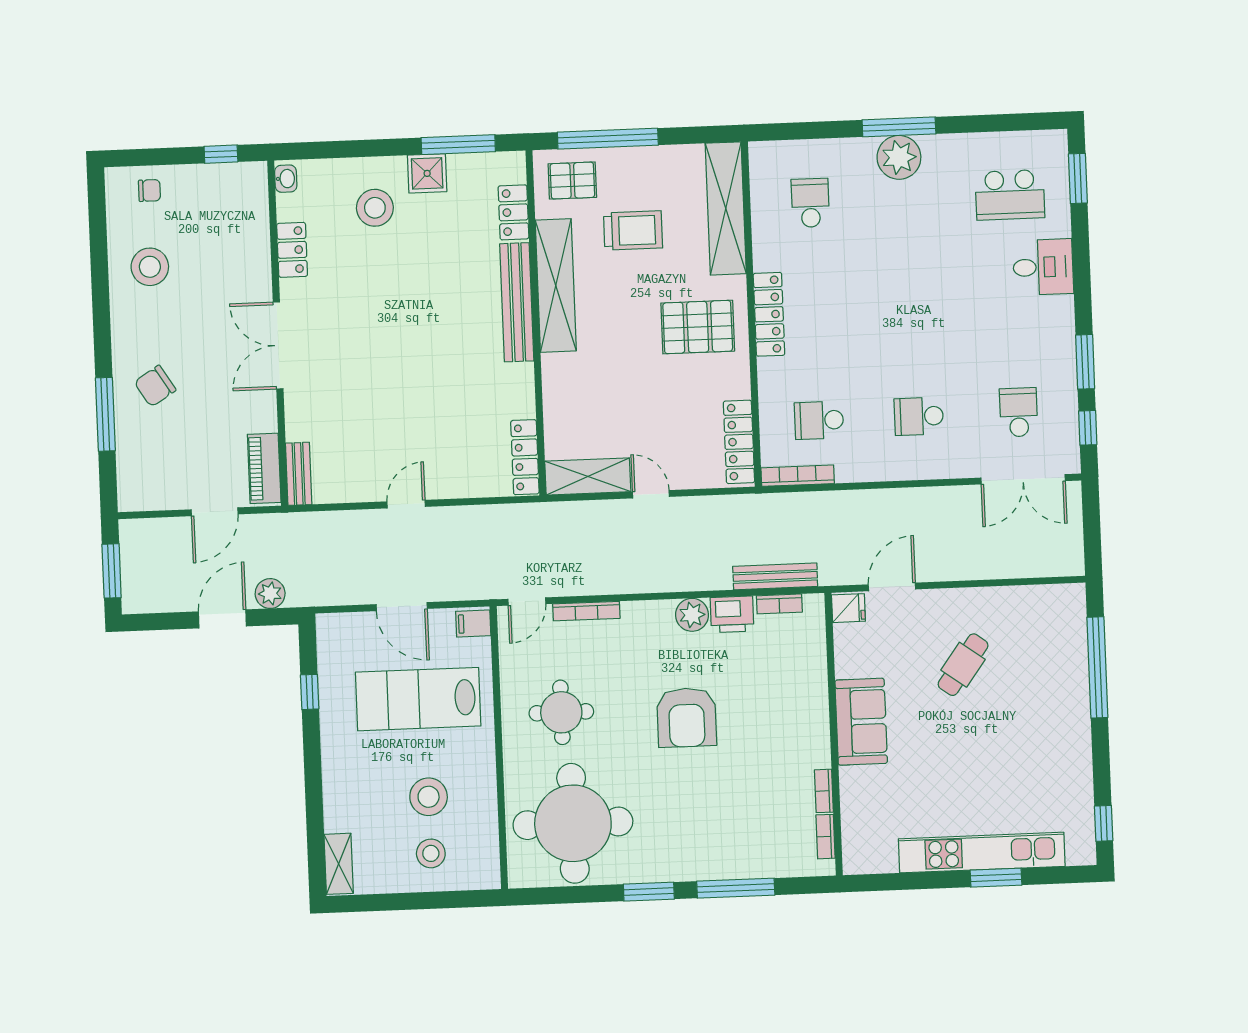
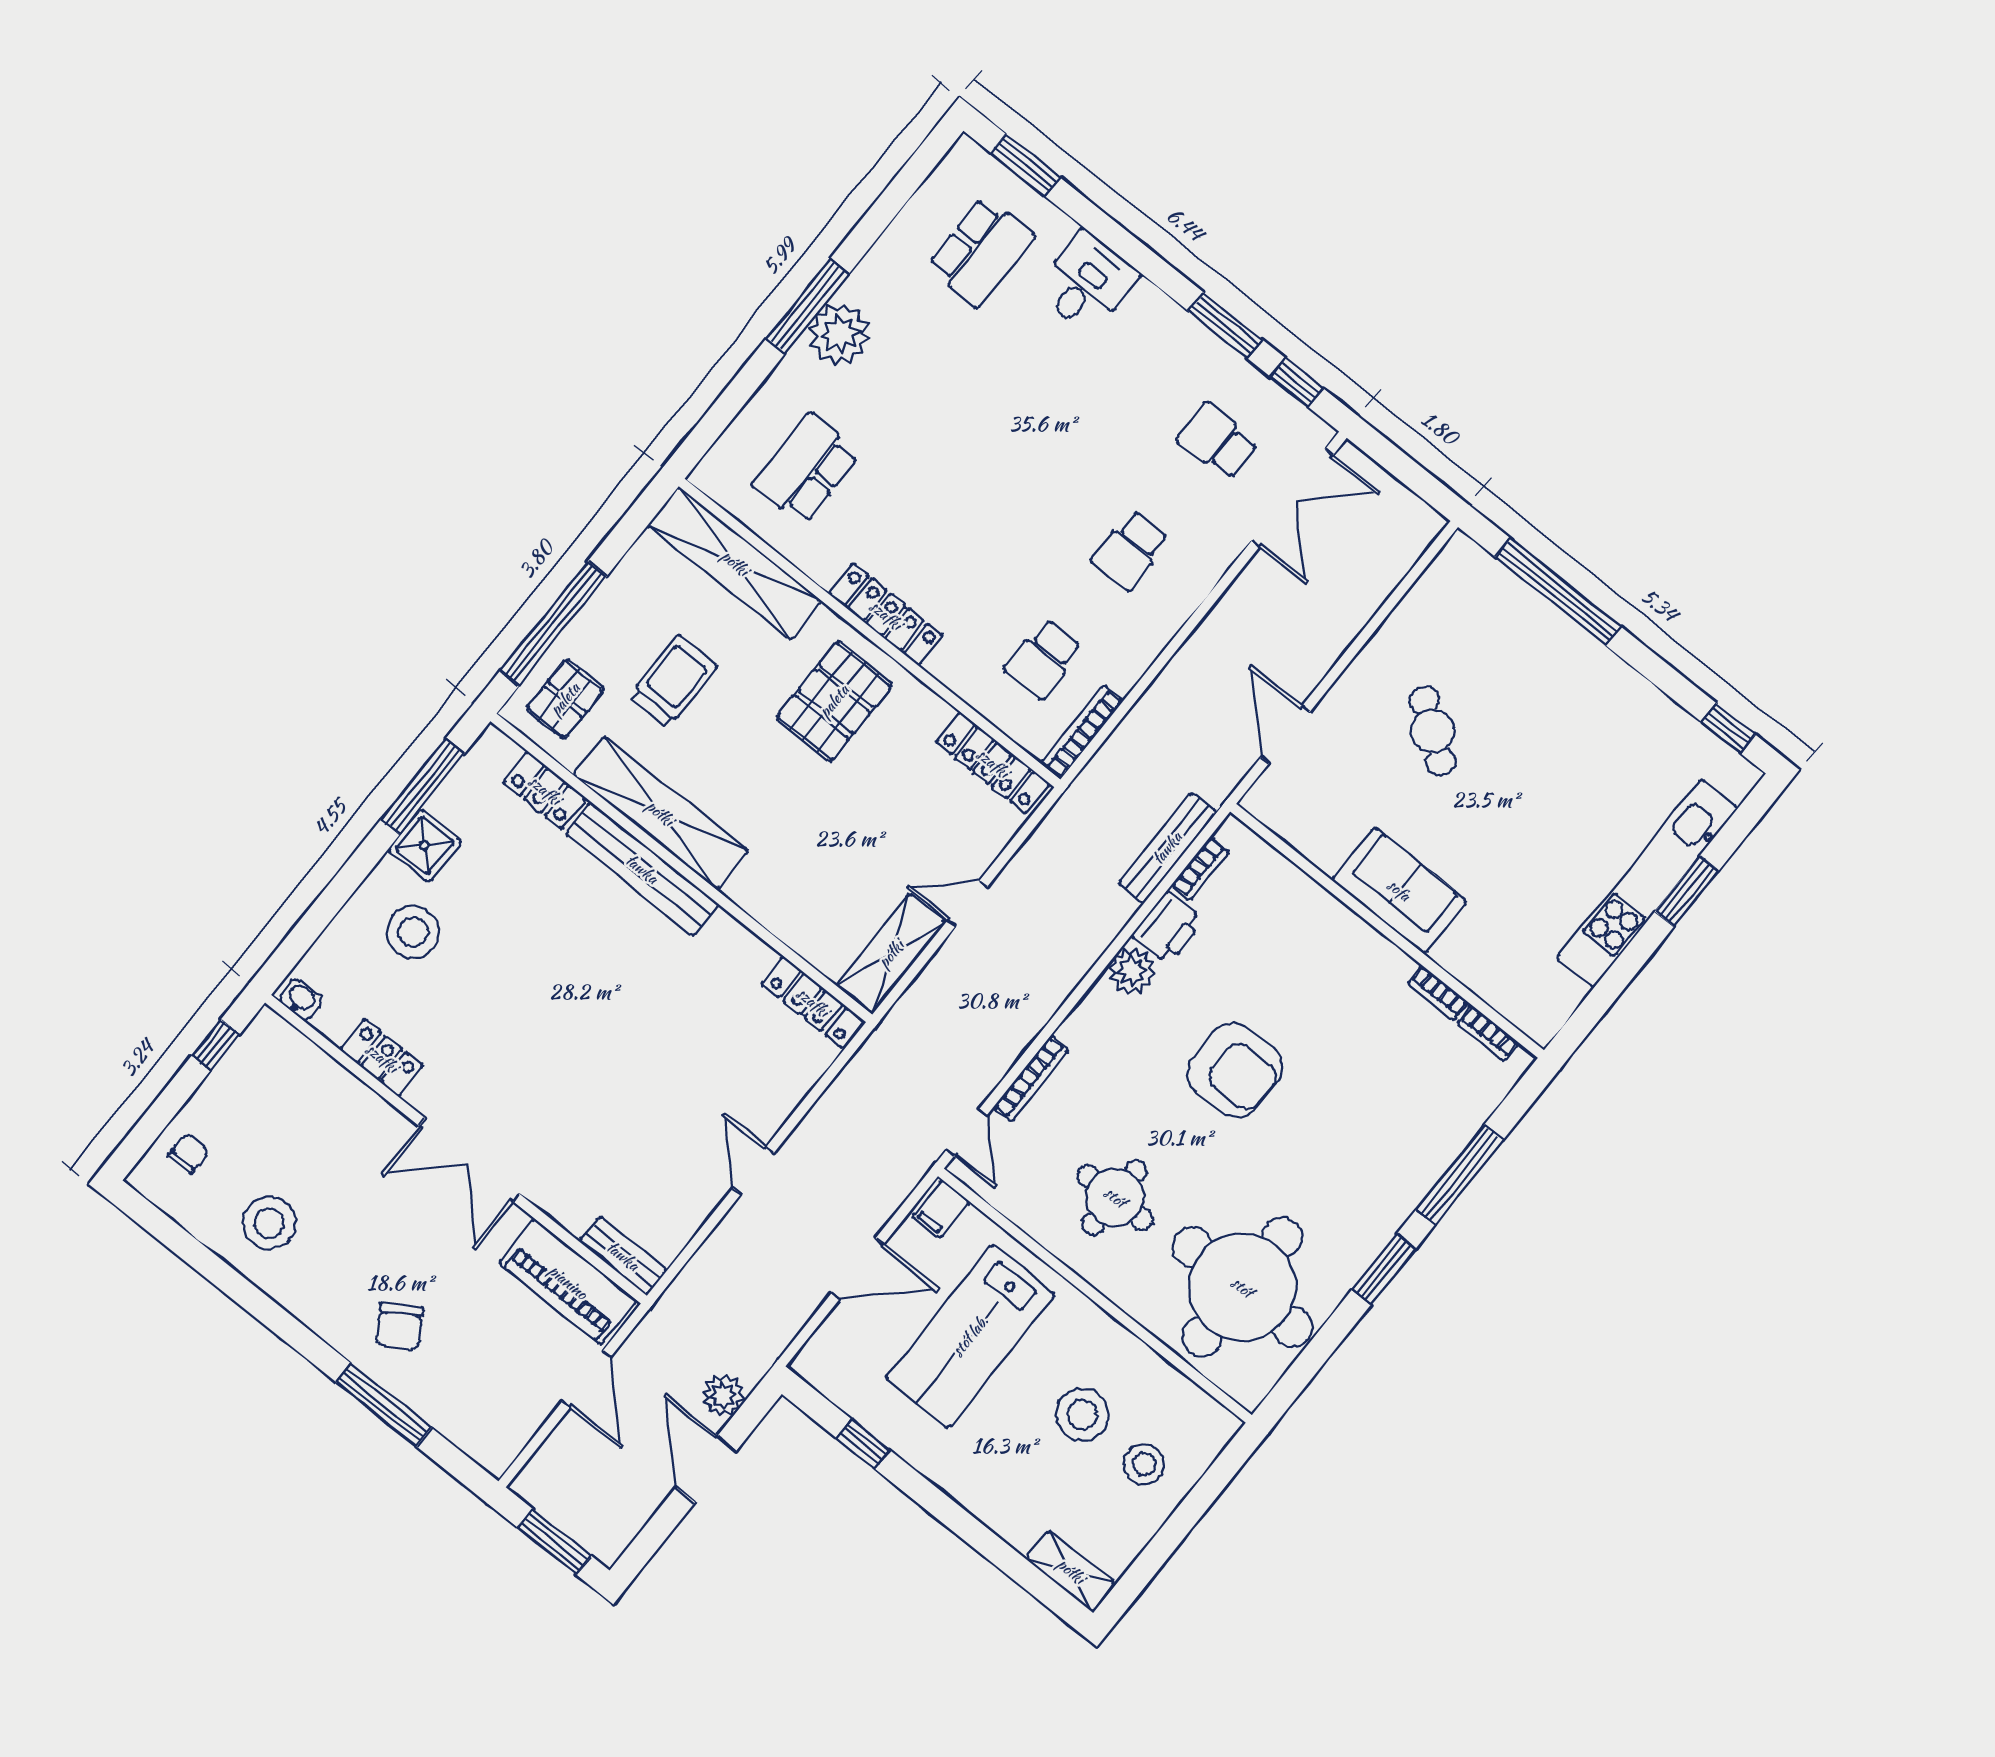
school desk: (810, 203) -> (806, 469), width x1.85
piano: (264, 468) -> (568, 1282), width x1.37, depth x1.33
fridge: (848, 608) -> (1268, 800), removed

